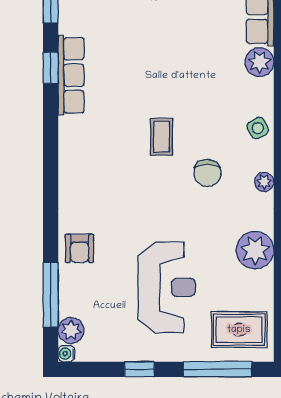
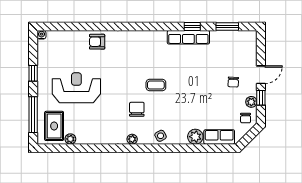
chair: (207, 173) -> (137, 109), turned 90
plant: (255, 250) -> (70, 139), moved, width x0.53, depth x0.53
reception desk: (167, 287) -> (76, 88), turned 180
window: (51, 295) -> (73, 26), removed
plant: (71, 331) -> (54, 37), removed

